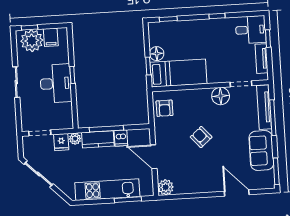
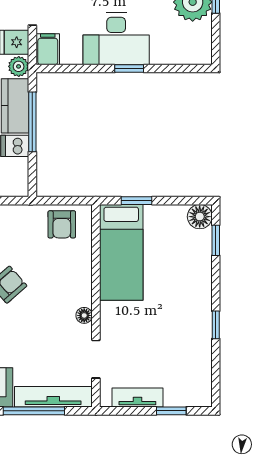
desk: (251, 30) -> (188, 382), removed
filing cabinet: (51, 37) -> (48, 49), moved, turned 90
floor lamp: (157, 54) -> (200, 217), moved
floor lamp: (221, 96) -> (84, 315), width x0.53, depth x0.53
armchair: (165, 108) -> (62, 224), turned -90

